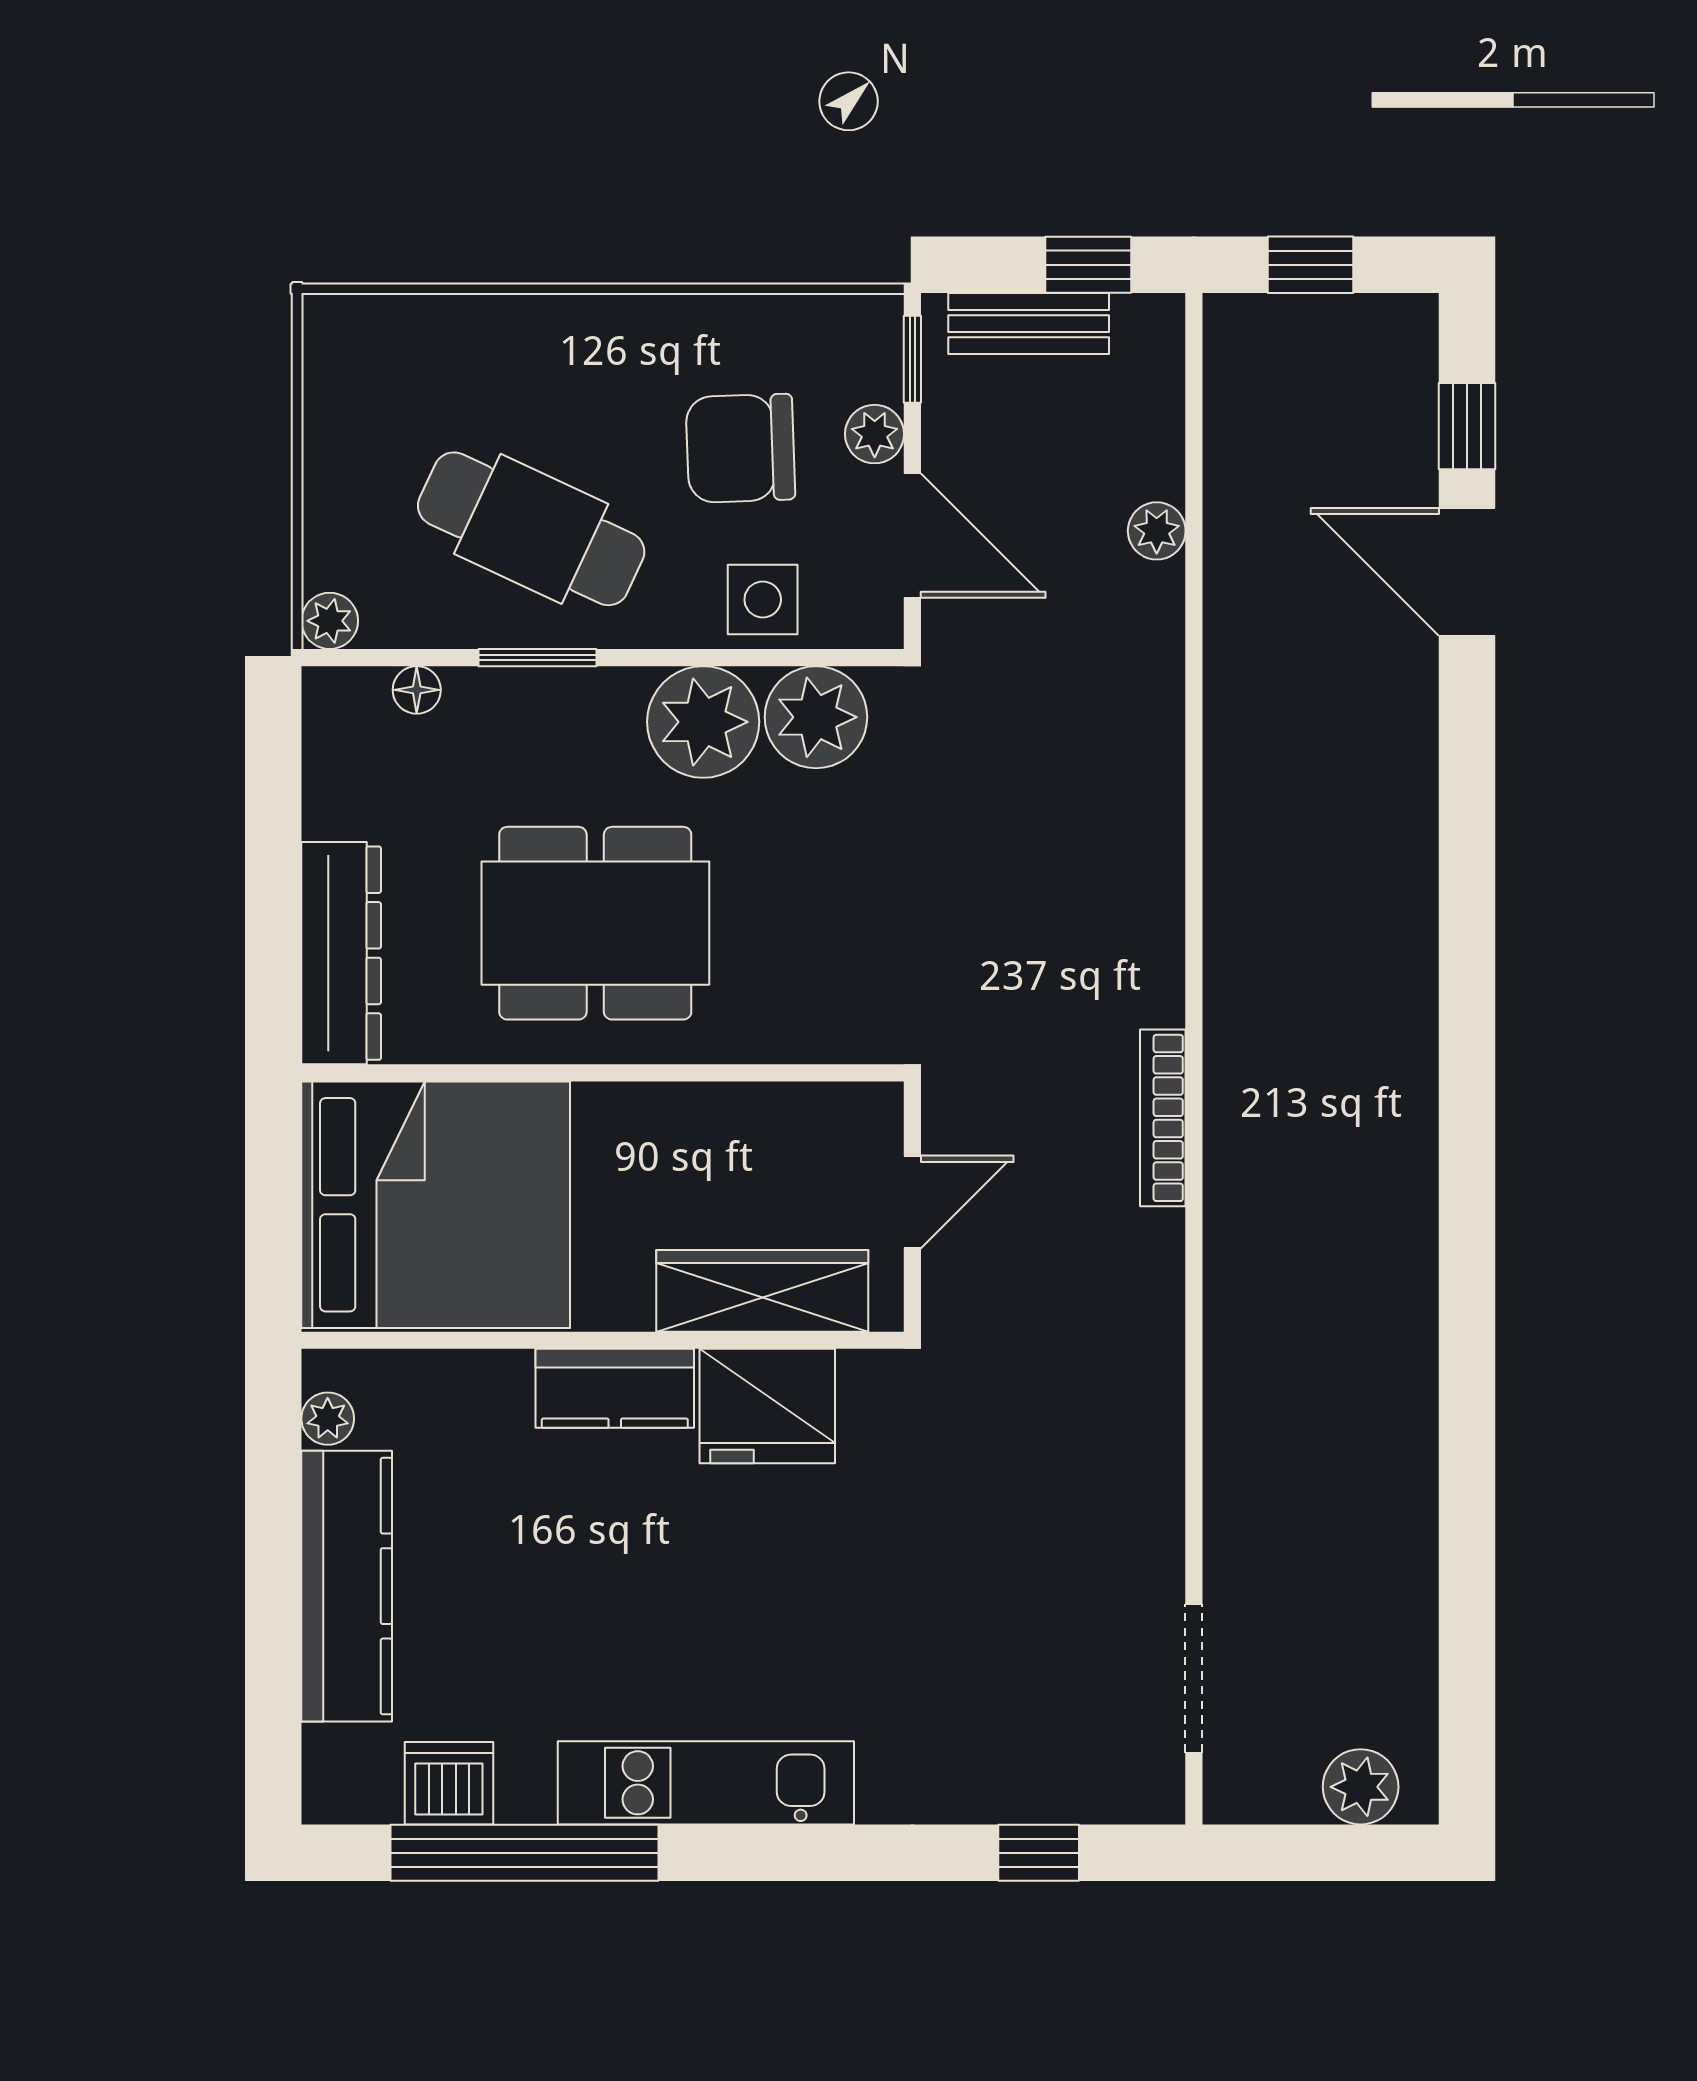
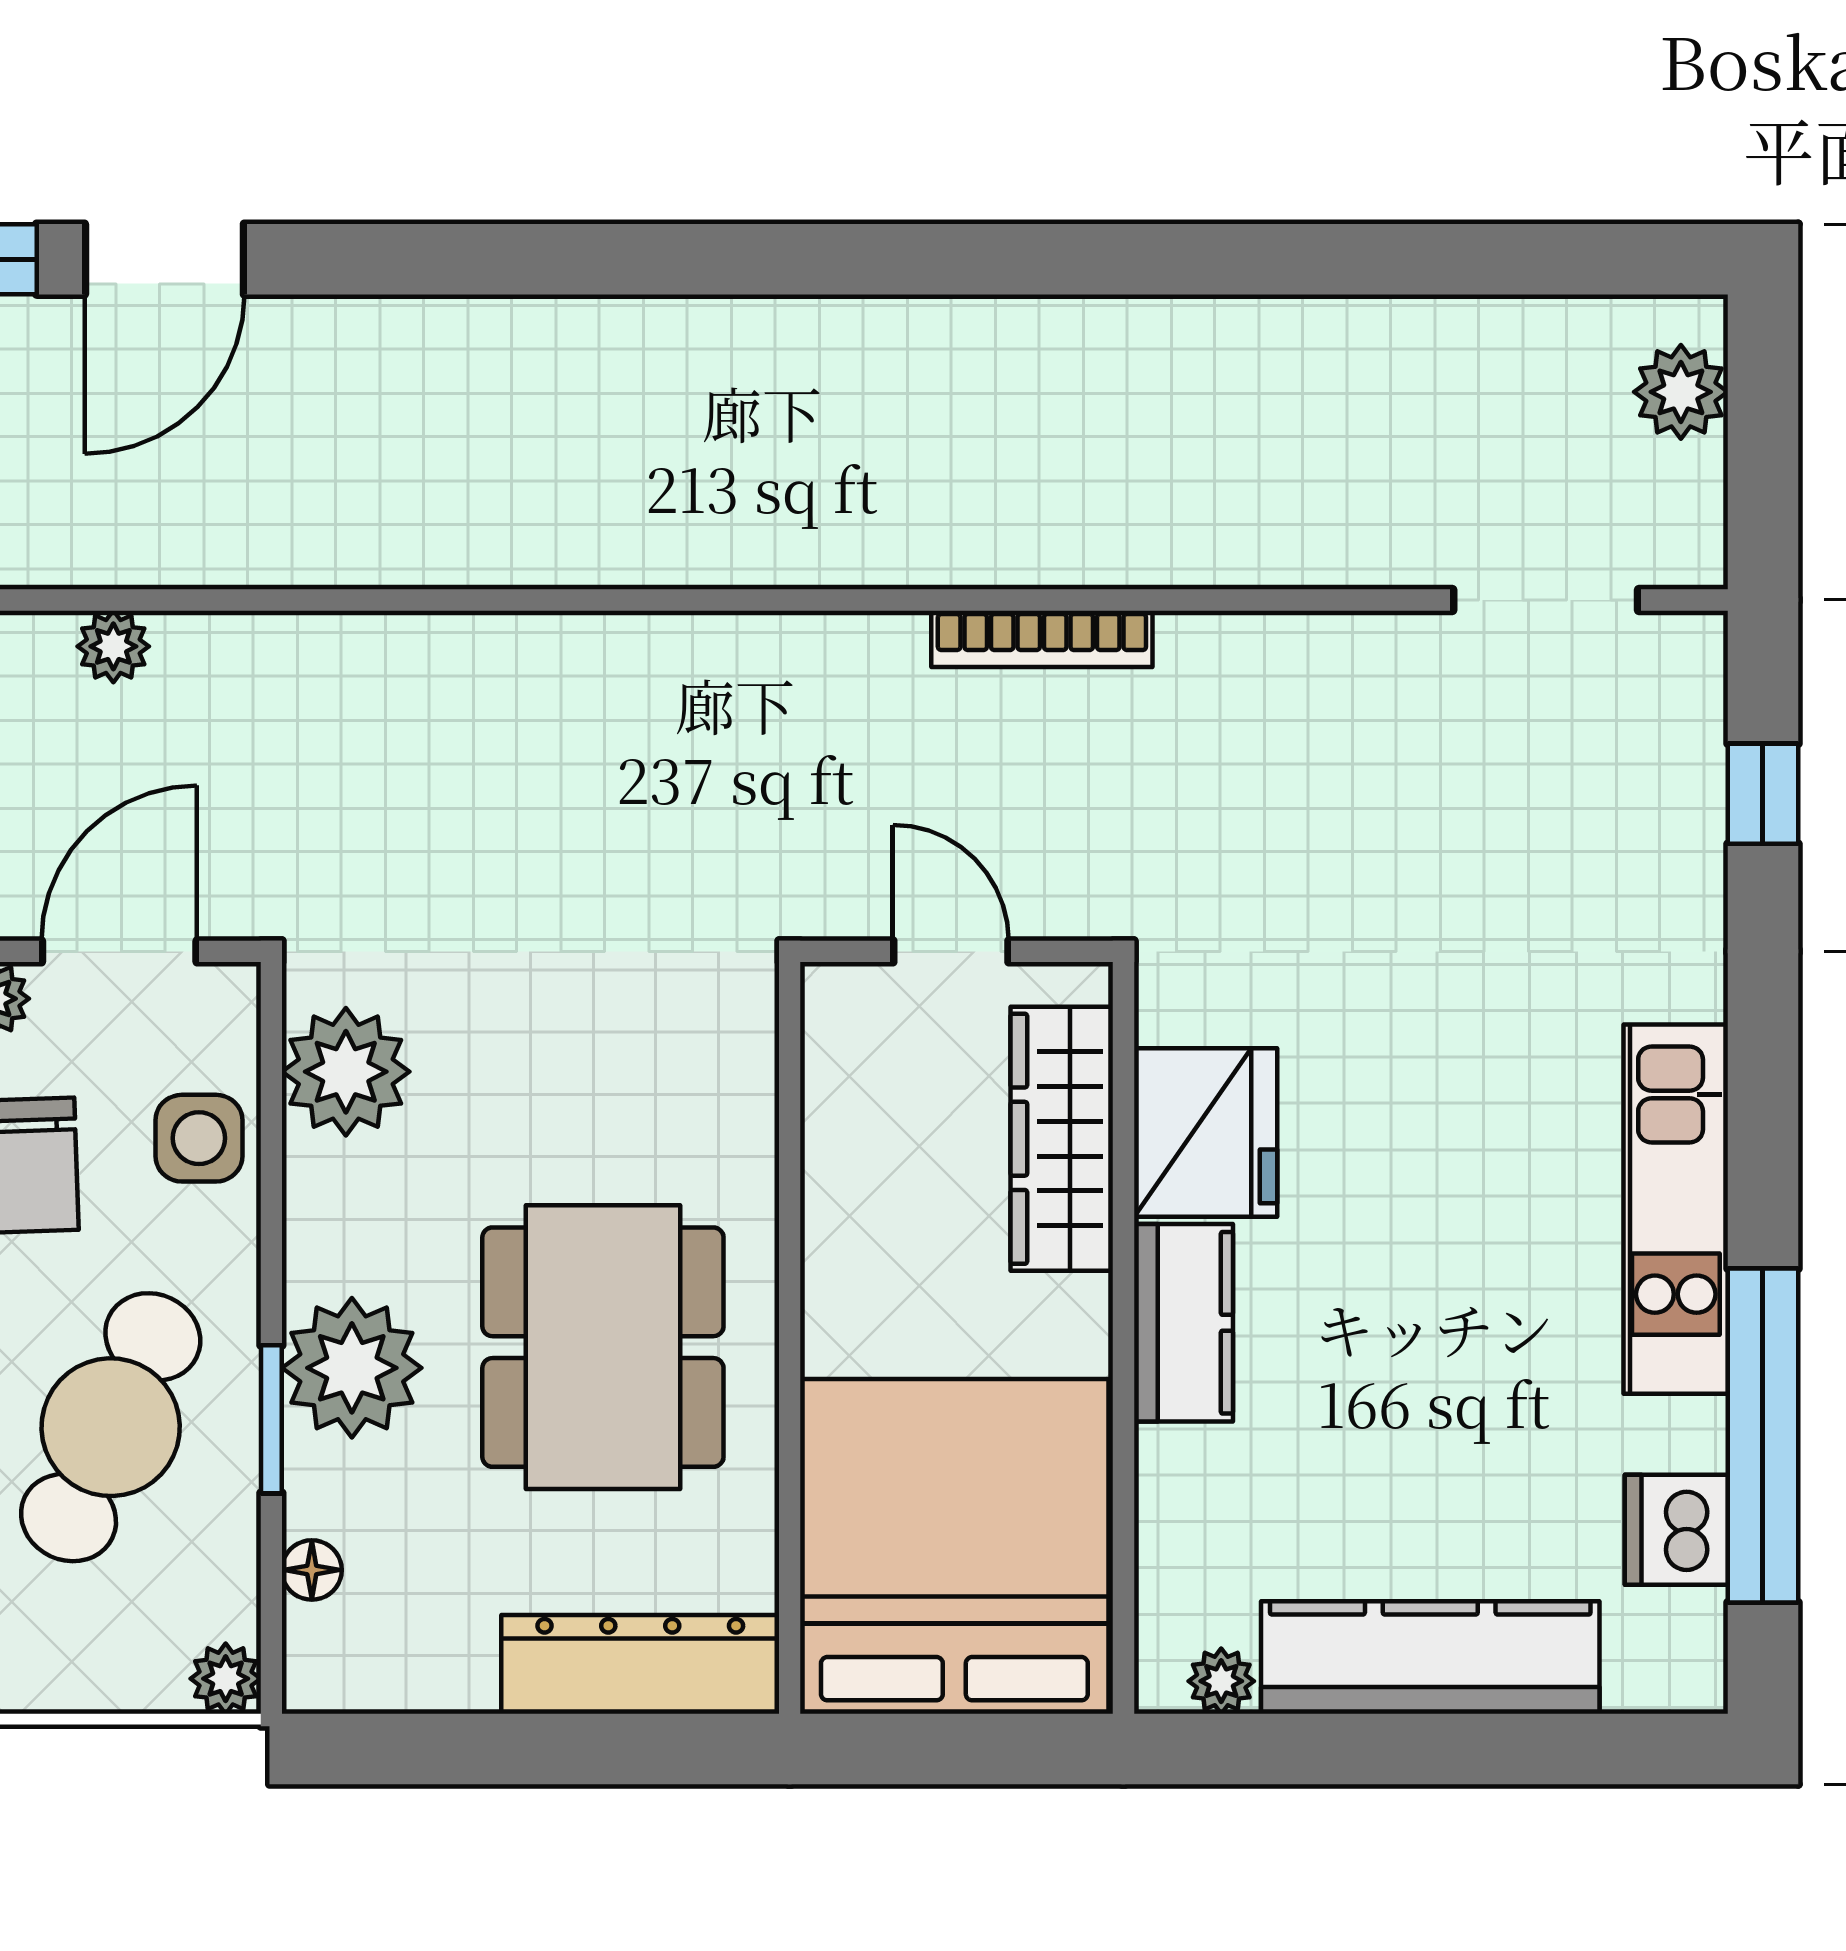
plant: (703, 722) -> (352, 1368), moved
bookcase: (1163, 1118) -> (1042, 639), moved

